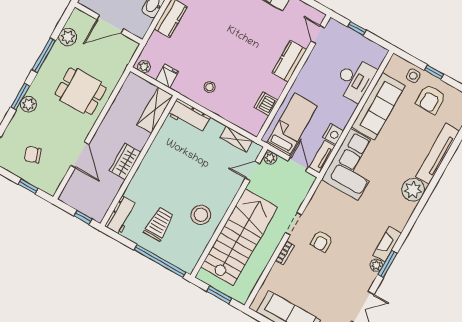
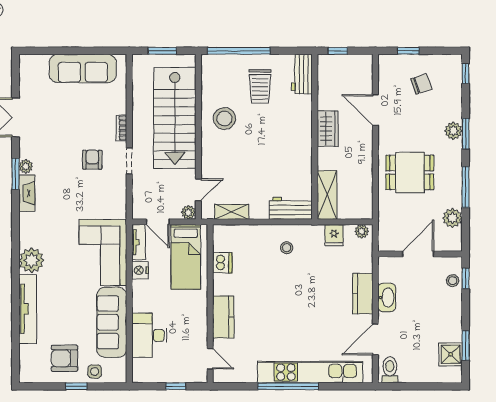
armchair: (431, 99) -> (65, 358), turned -90

